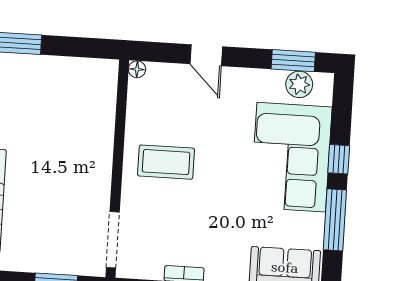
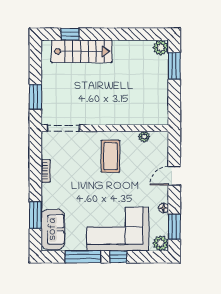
floor lamp: (137, 69) -> (163, 208), moved
plant: (299, 84) -> (161, 243), moved
plant: (136, 102) -> (144, 137), added

